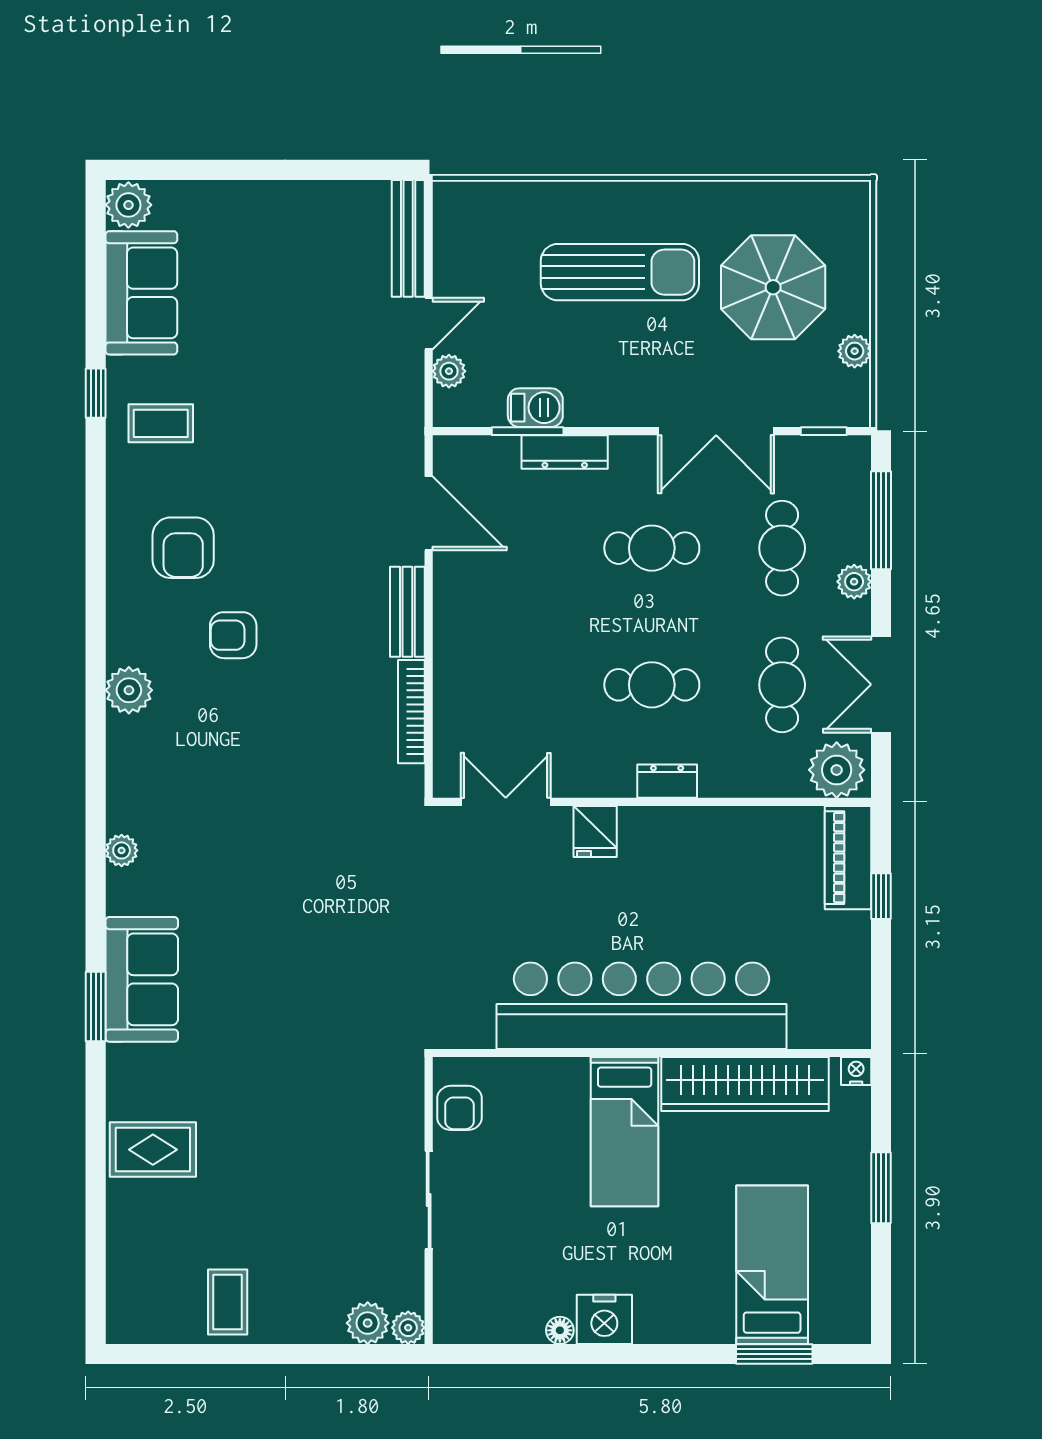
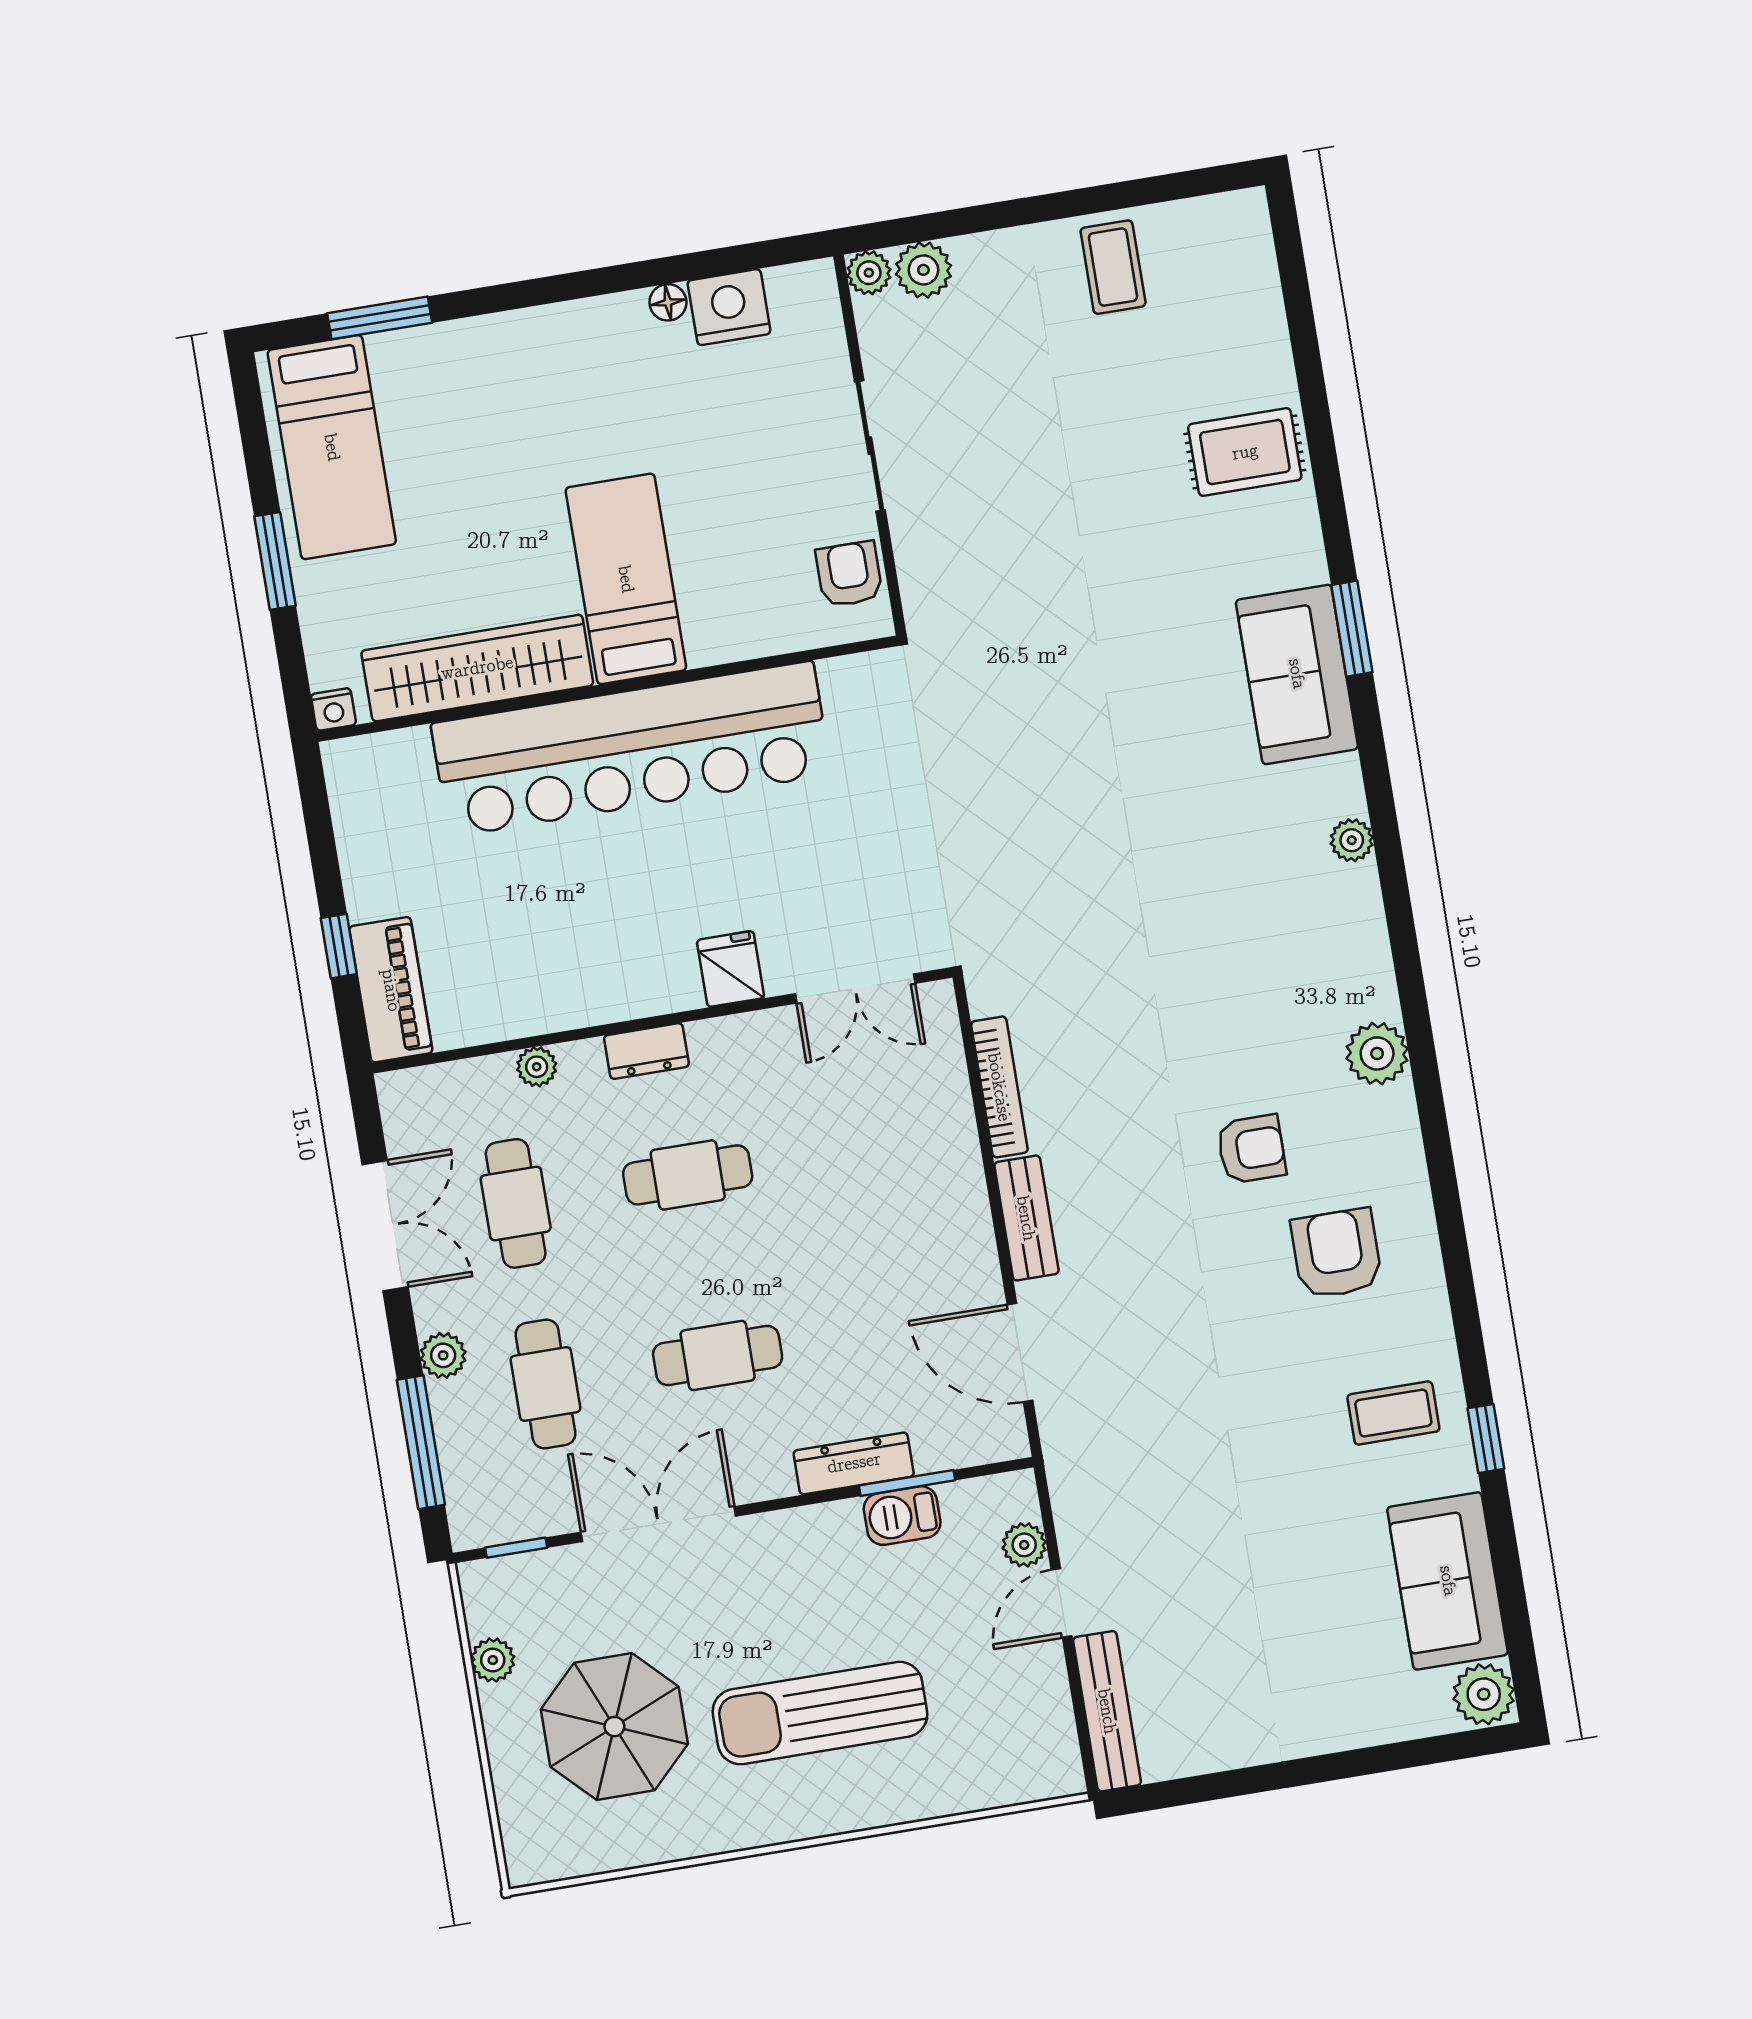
plant: (837, 770) -> (537, 1067), moved, width x0.53, depth x0.53
bed: (772, 1265) -> (332, 447), moved
nightstand: (604, 1319) -> (729, 307), moved

